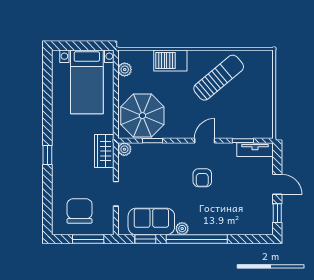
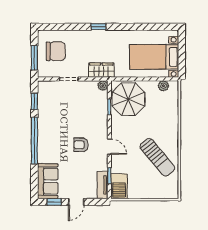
barbecue: (170, 60) -> (119, 186), moved, turned 180
sofa: (151, 221) -> (48, 181), moved
plant: (182, 229) -> (42, 129), removed

